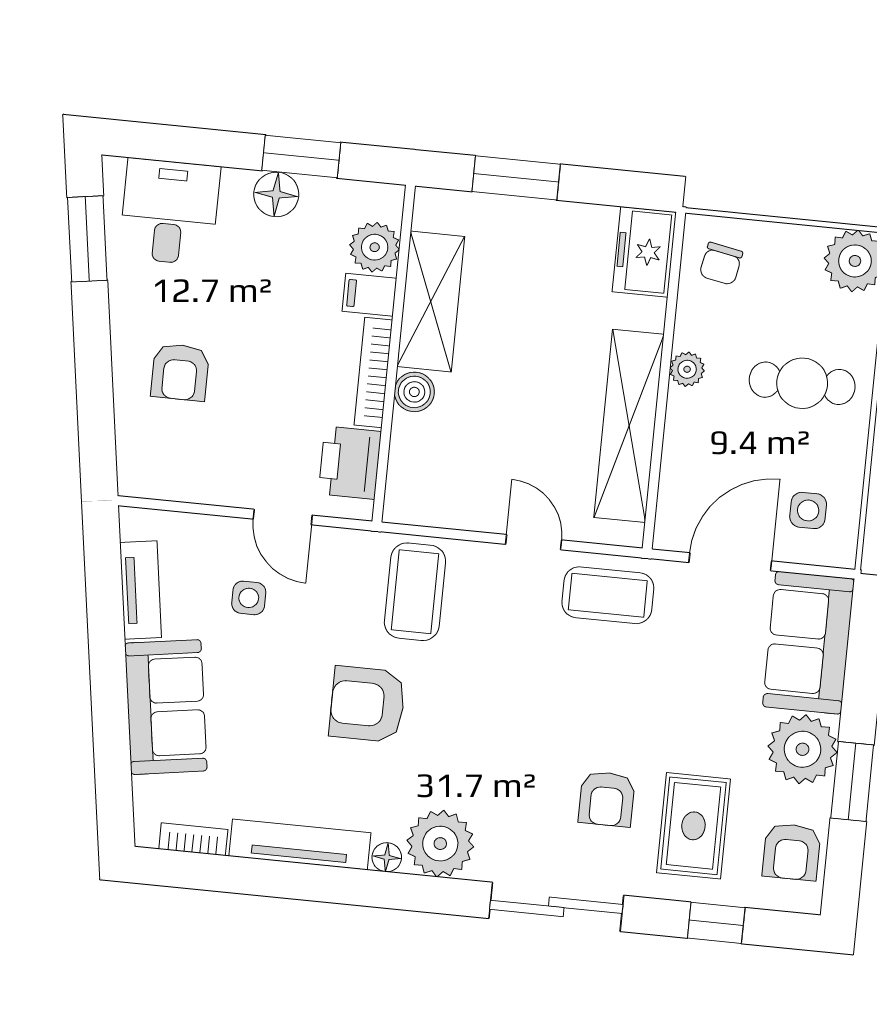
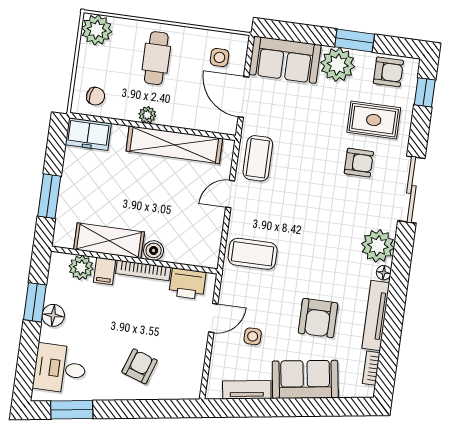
armchair: (180, 372) -> (139, 366), turned -71
armchair: (367, 704) -> (318, 318), moved
window: (716, 923) -> (425, 92), moved

